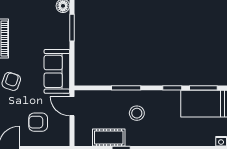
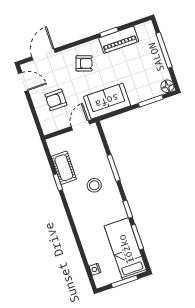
armchair: (38, 122) -> (56, 100), turned -90

